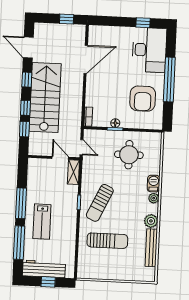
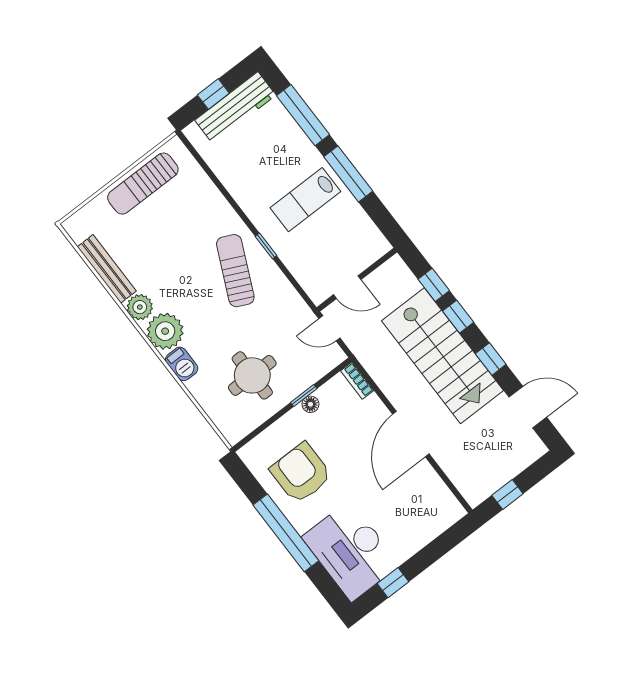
door: (86, 59) -> (411, 434), moved
shelving: (73, 172) -> (311, 283), removed
plant: (154, 198) -> (165, 331), width x1.88, depth x1.88
lab bench: (42, 222) -> (305, 200), moved, turned -90
sun lounger: (107, 241) -> (143, 184), moved

